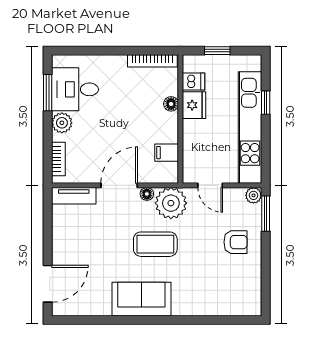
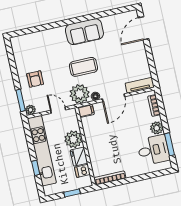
floor lamp: (171, 104) -> (93, 154), removed
plant: (196, 134) -> (73, 139), added
filing cabinet: (167, 153) -> (86, 111), moved
armchair: (235, 242) -> (35, 79), turned -90

